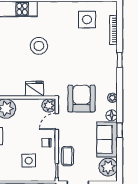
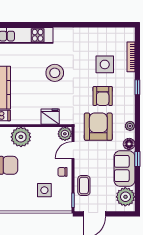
side table: (87, 20) -> (105, 64), moved
armchair: (86, 69) -> (103, 96), added

